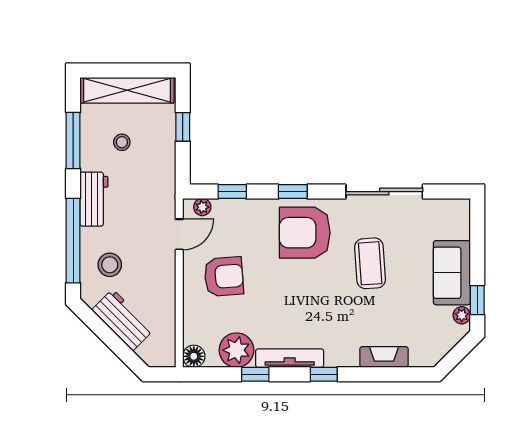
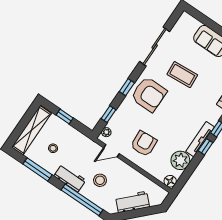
armchair: (305, 233) -> (149, 94), turned -90
door: (179, 234) -> (112, 151), swing flipped
stool: (110, 265) -> (100, 180), moved
window: (255, 374) -> (205, 147), moved

